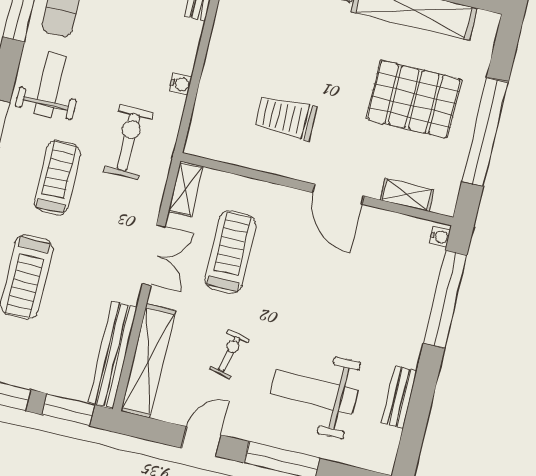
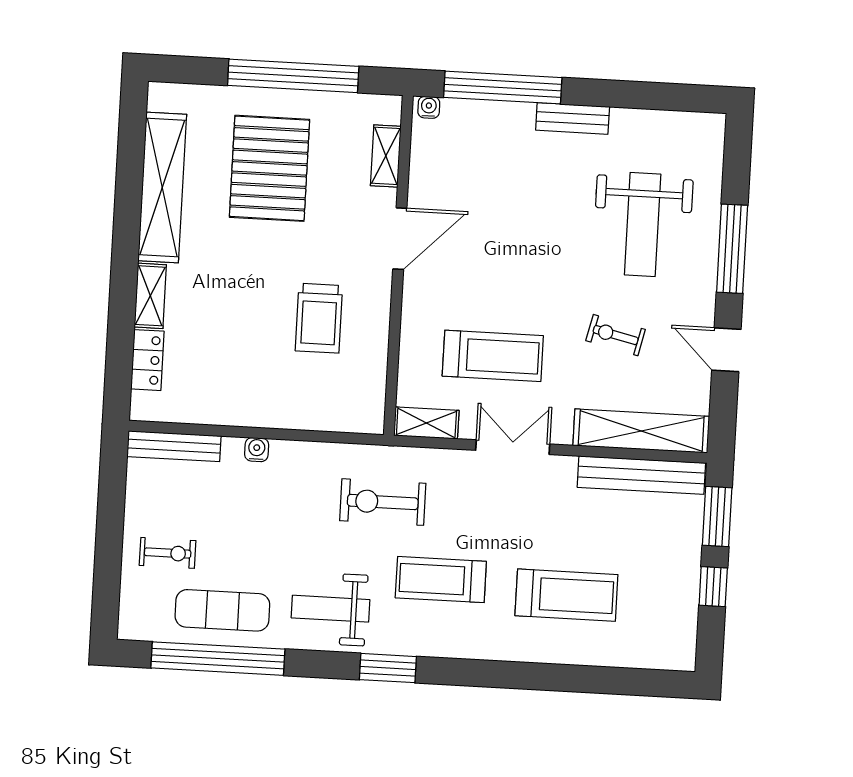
water cooler: (180, 84) -> (257, 450), moved
treadmill: (230, 252) -> (493, 356), turned 180
bench: (399, 397) -> (573, 118), moved

